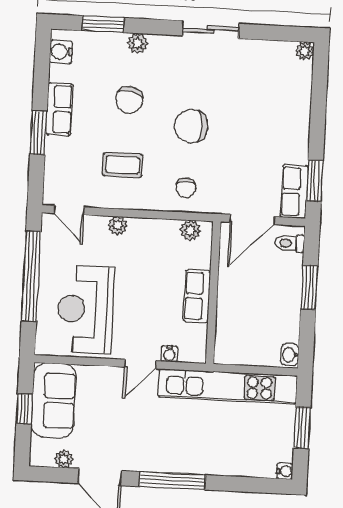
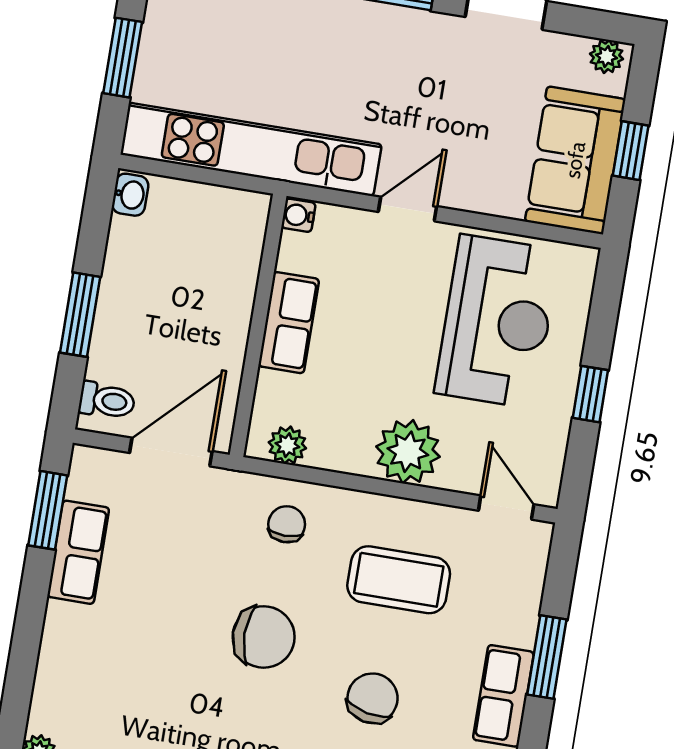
coffee table: (122, 165) -> (399, 580), width x1.36, depth x1.30
row of seats: (294, 192) -> (78, 552), moved
plant: (118, 226) -> (408, 452), width x1.88, depth x1.88
window: (31, 276) -> (590, 394), width x0.32
water cooler: (169, 354) -> (298, 215), moved, turned -90
plant: (64, 459) -> (607, 56), moved

